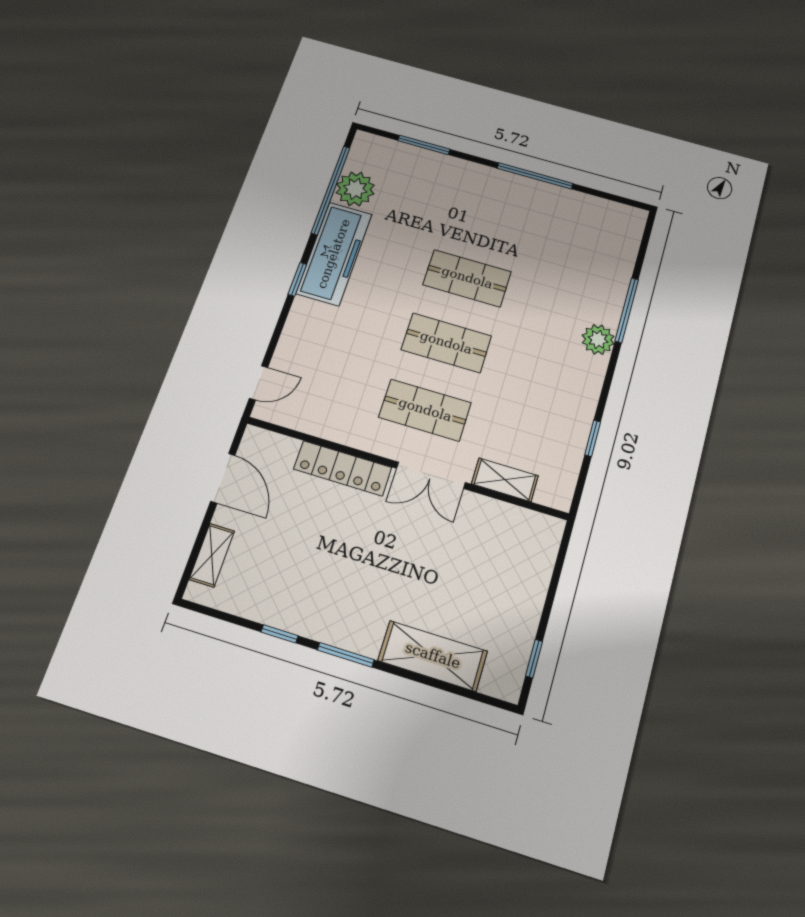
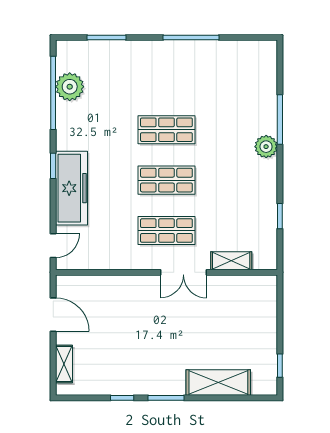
freezer: (334, 254) -> (71, 188), moved
locker: (343, 468) -> (126, 285), removed

